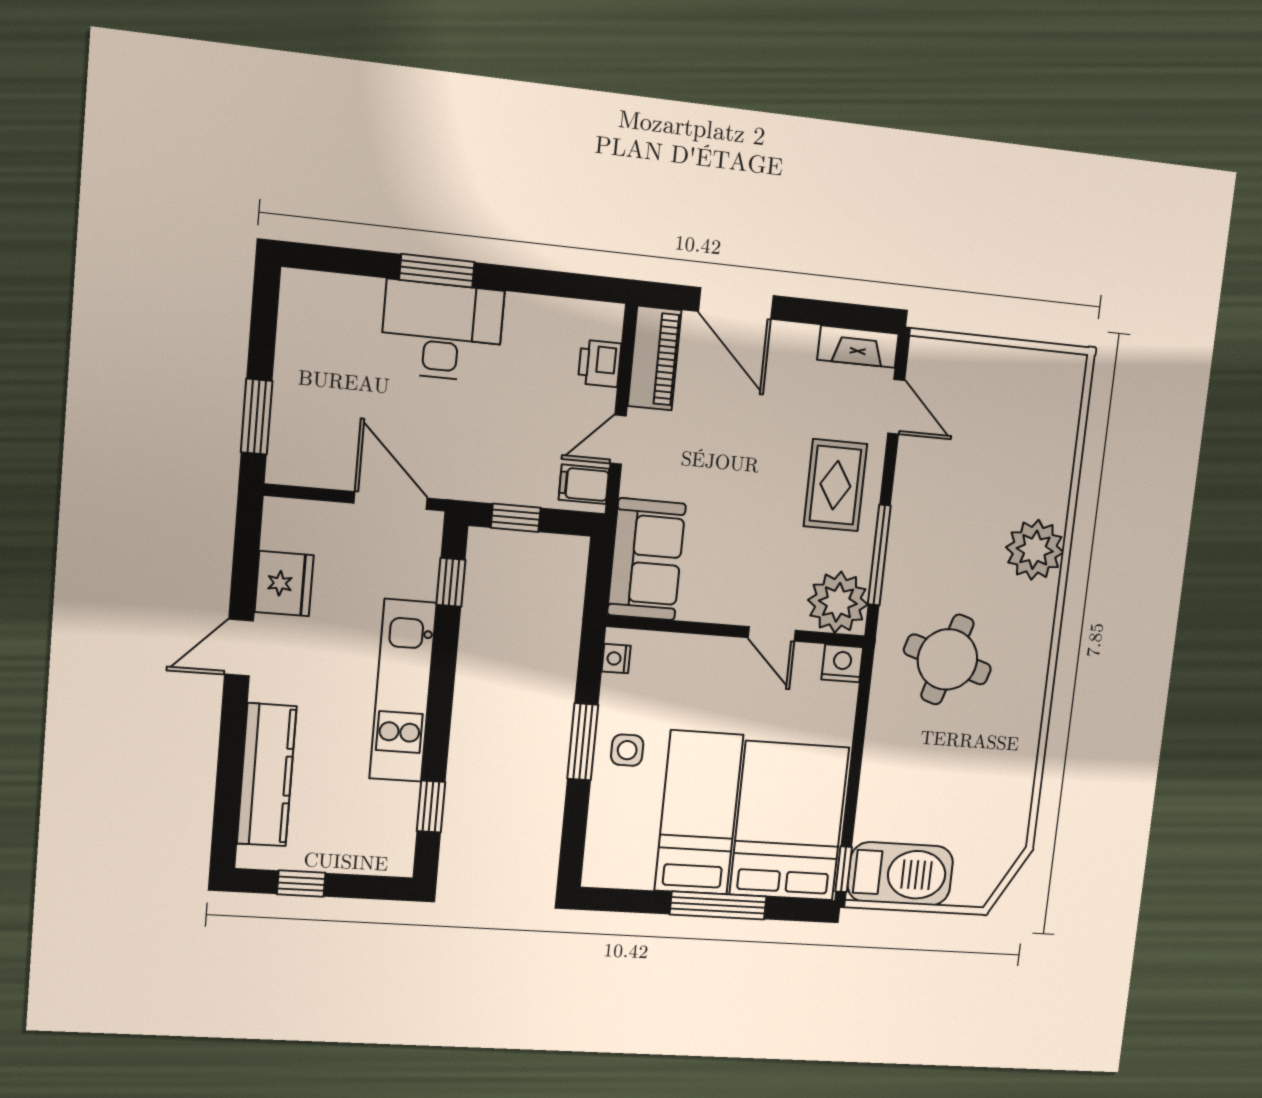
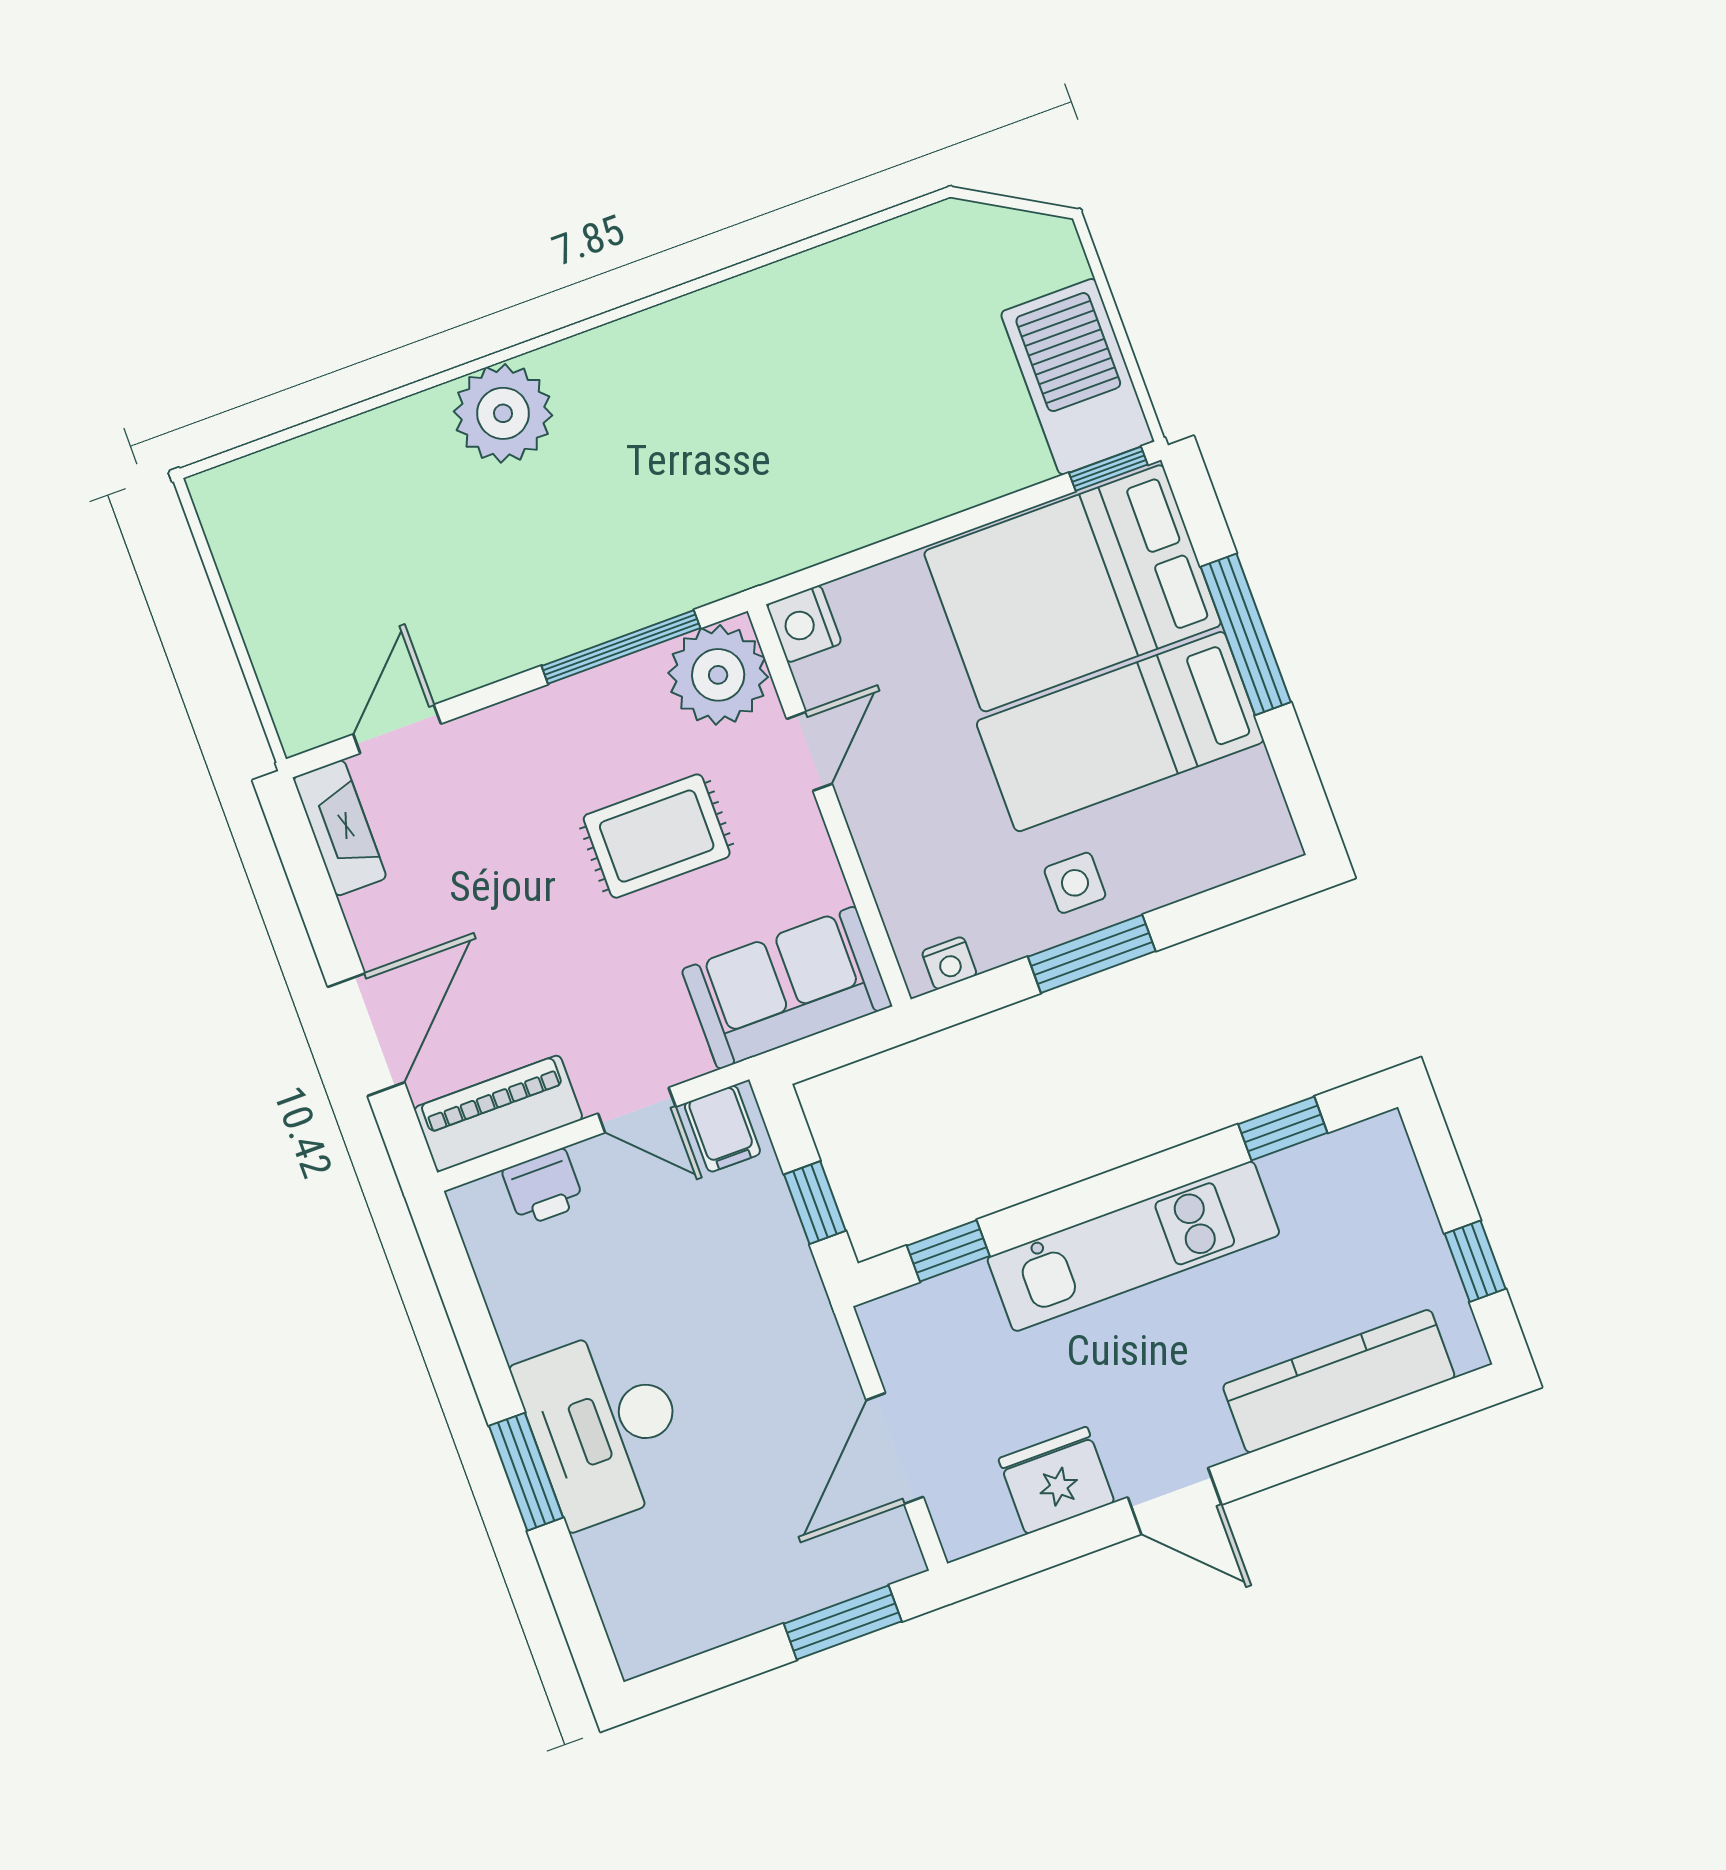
rug: (835, 485) -> (657, 836), moved
door: (391, 501) -> (895, 1448), moved
round table: (947, 659) -> (725, 466), removed

